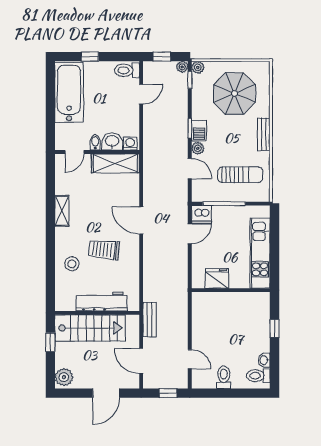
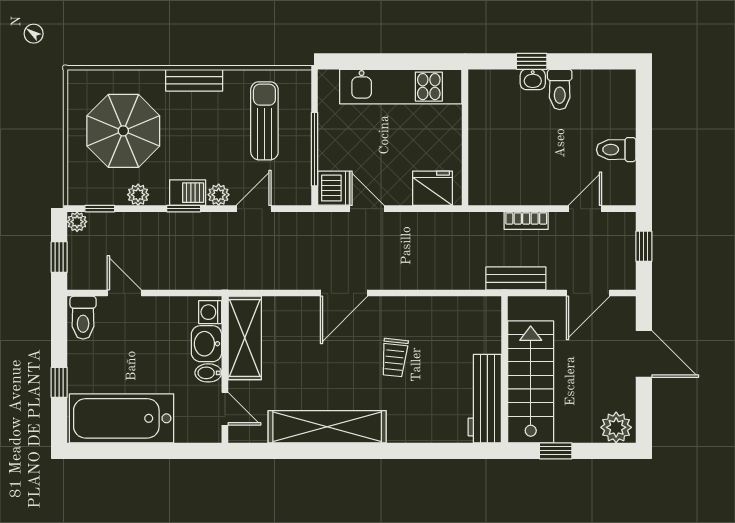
plant: (198, 67) -> (138, 195), moved
shelving: (62, 211) -> (327, 427), width x2.20, depth x1.33
trolley: (104, 250) -> (394, 358), width x0.73, depth x0.72
stool: (72, 264) -> (419, 413), removed
fridge: (217, 278) -> (433, 188), moved, turned 90
workbench: (102, 302) -> (485, 399), moved
bookcase: (183, 325) -> (526, 221), added
washbasin: (264, 360) -> (533, 79), moved
toilet: (258, 376) -> (560, 90), moved

